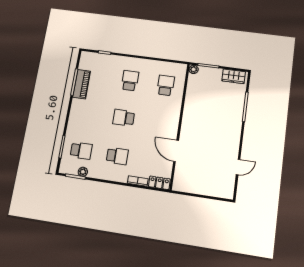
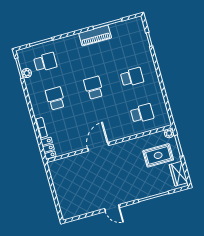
piano: (82, 84) -> (95, 35), moved
rug: (209, 87) -> (158, 155), added
school desk: (81, 151) -> (45, 62), turned -90
door: (176, 151) -> (98, 147), moved
school desk: (117, 156) -> (55, 98), turned 180
door: (238, 167) -> (112, 208), moved

